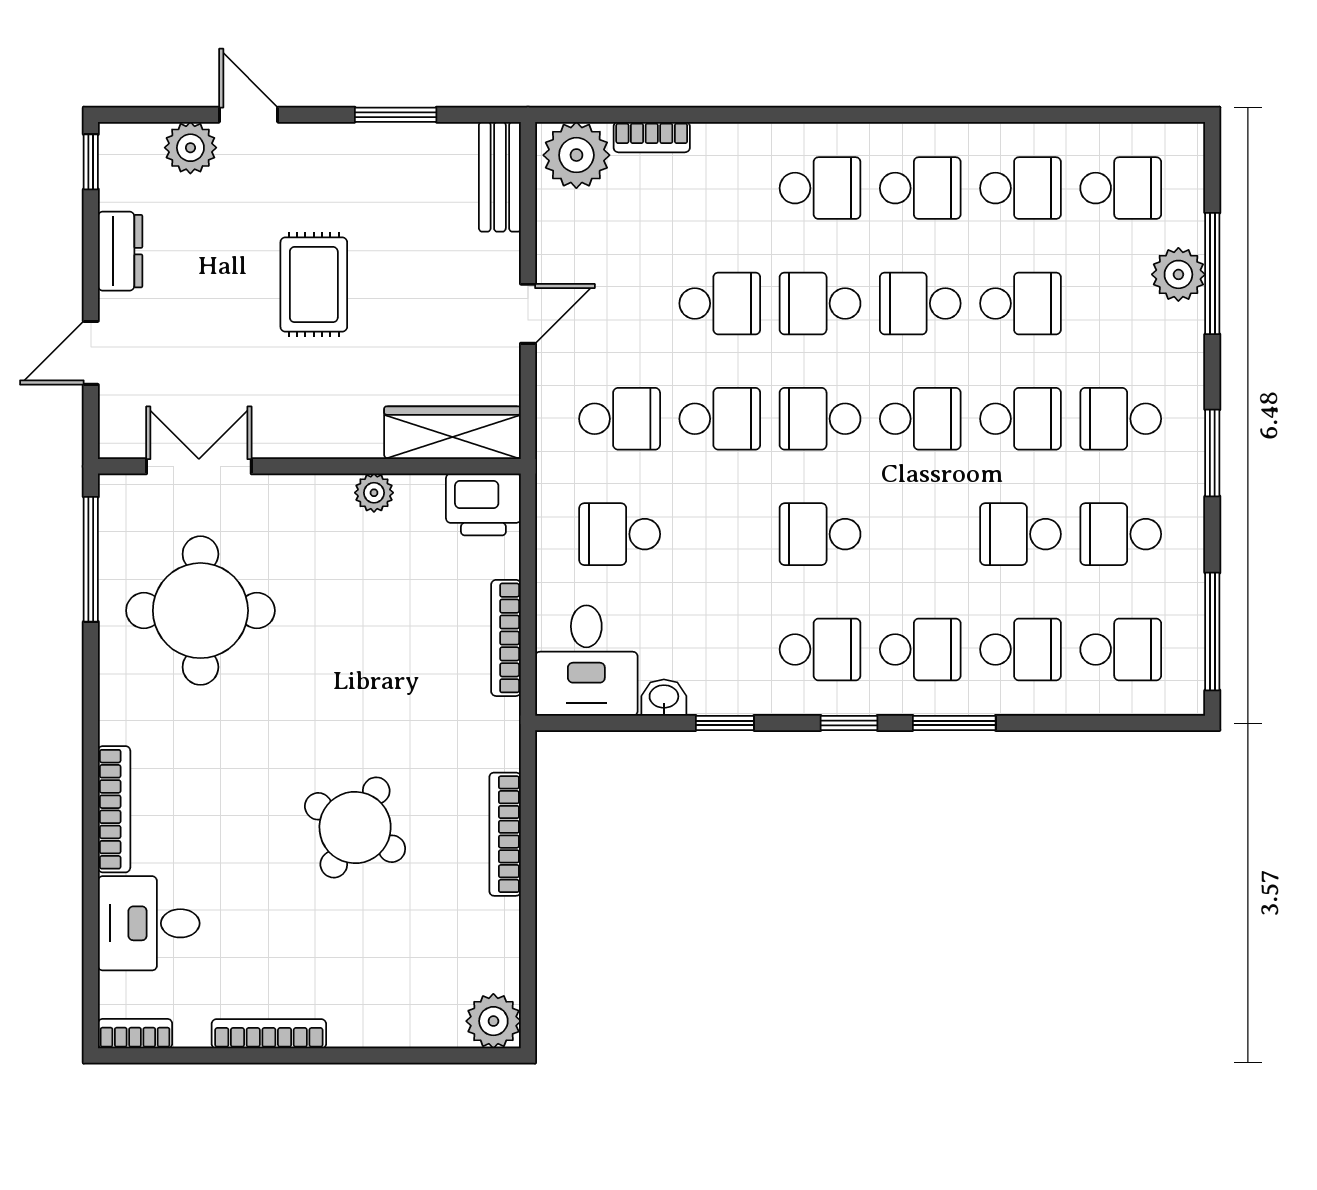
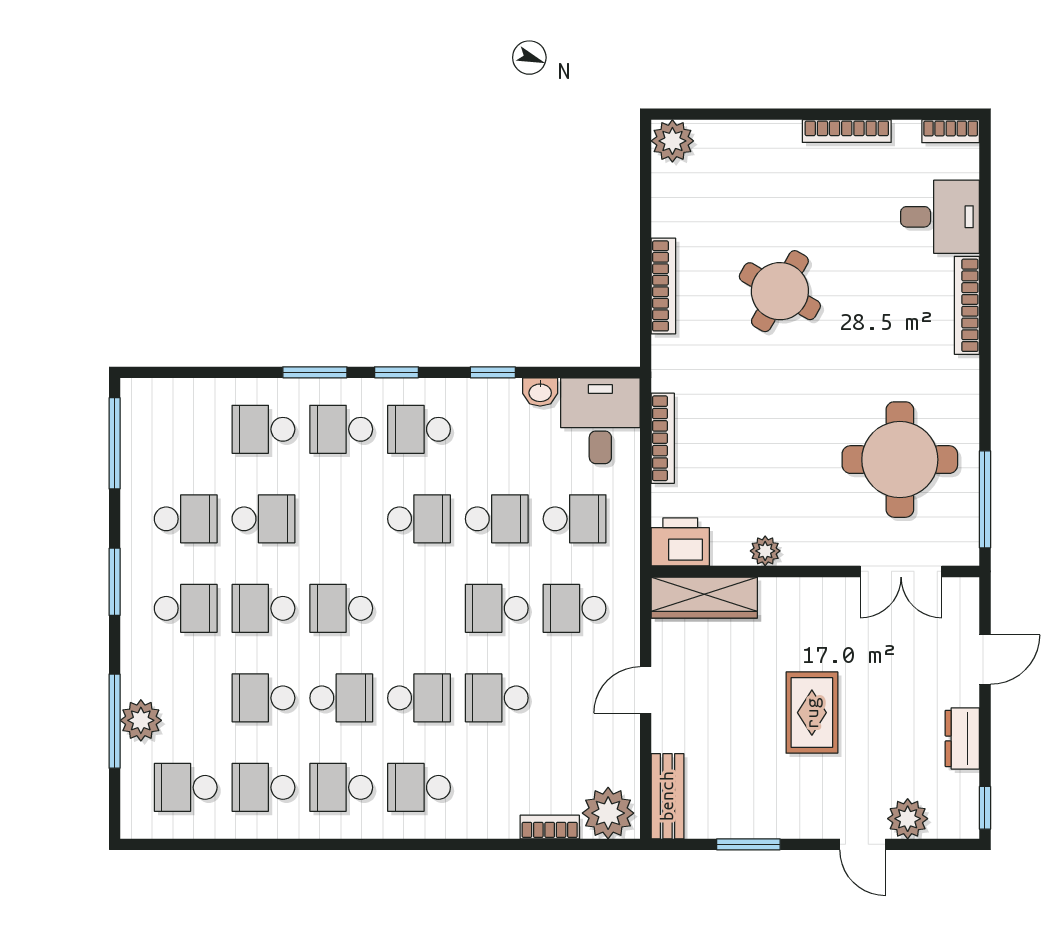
school desk: (820, 419) -> (497, 519), moved
school desk: (1121, 649) -> (186, 429), removed

